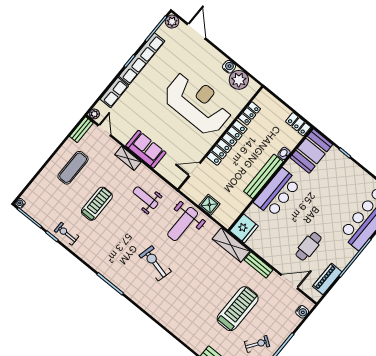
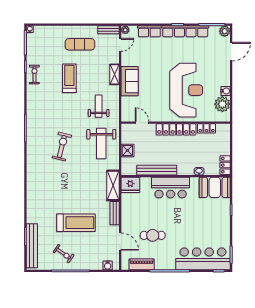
bench: (263, 176) -> (157, 170), moved
treadmill: (97, 204) -> (69, 78), turned -90
weight bench: (183, 224) -> (101, 143), turned -90

